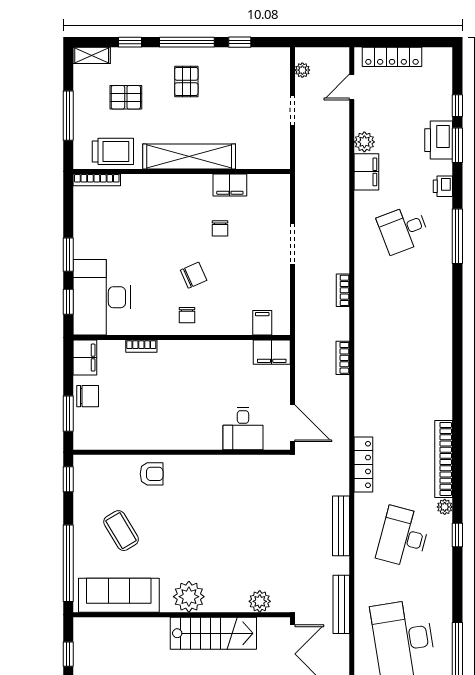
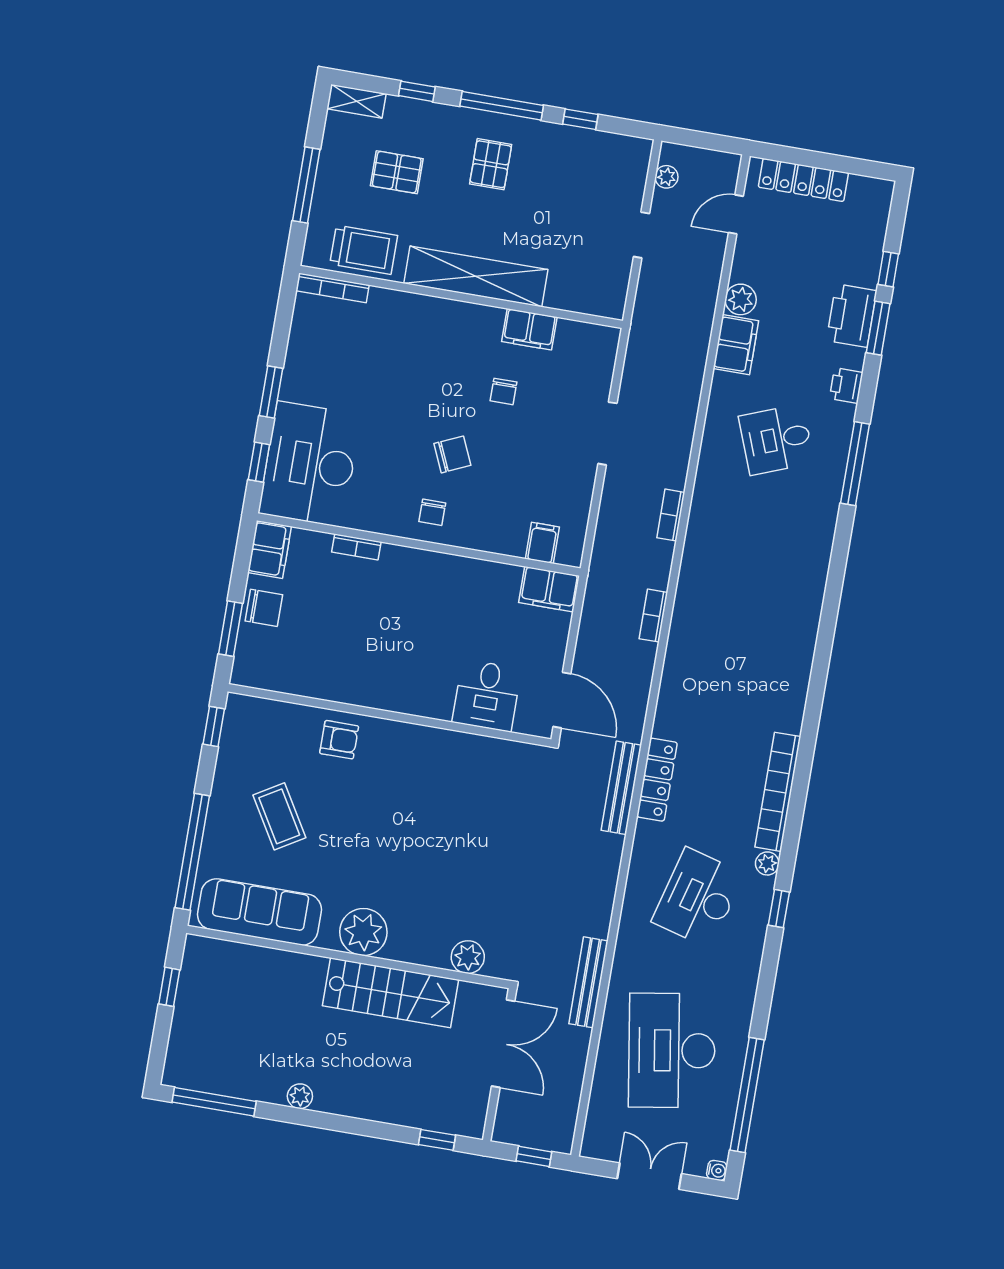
bench: (341, 526) -> (621, 788), moved

